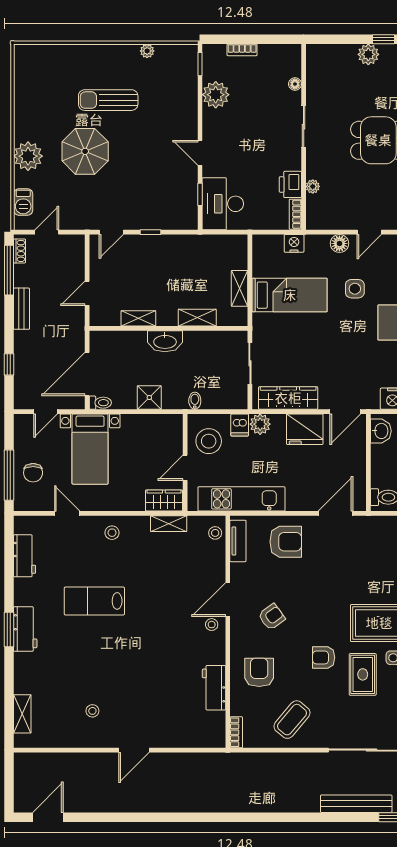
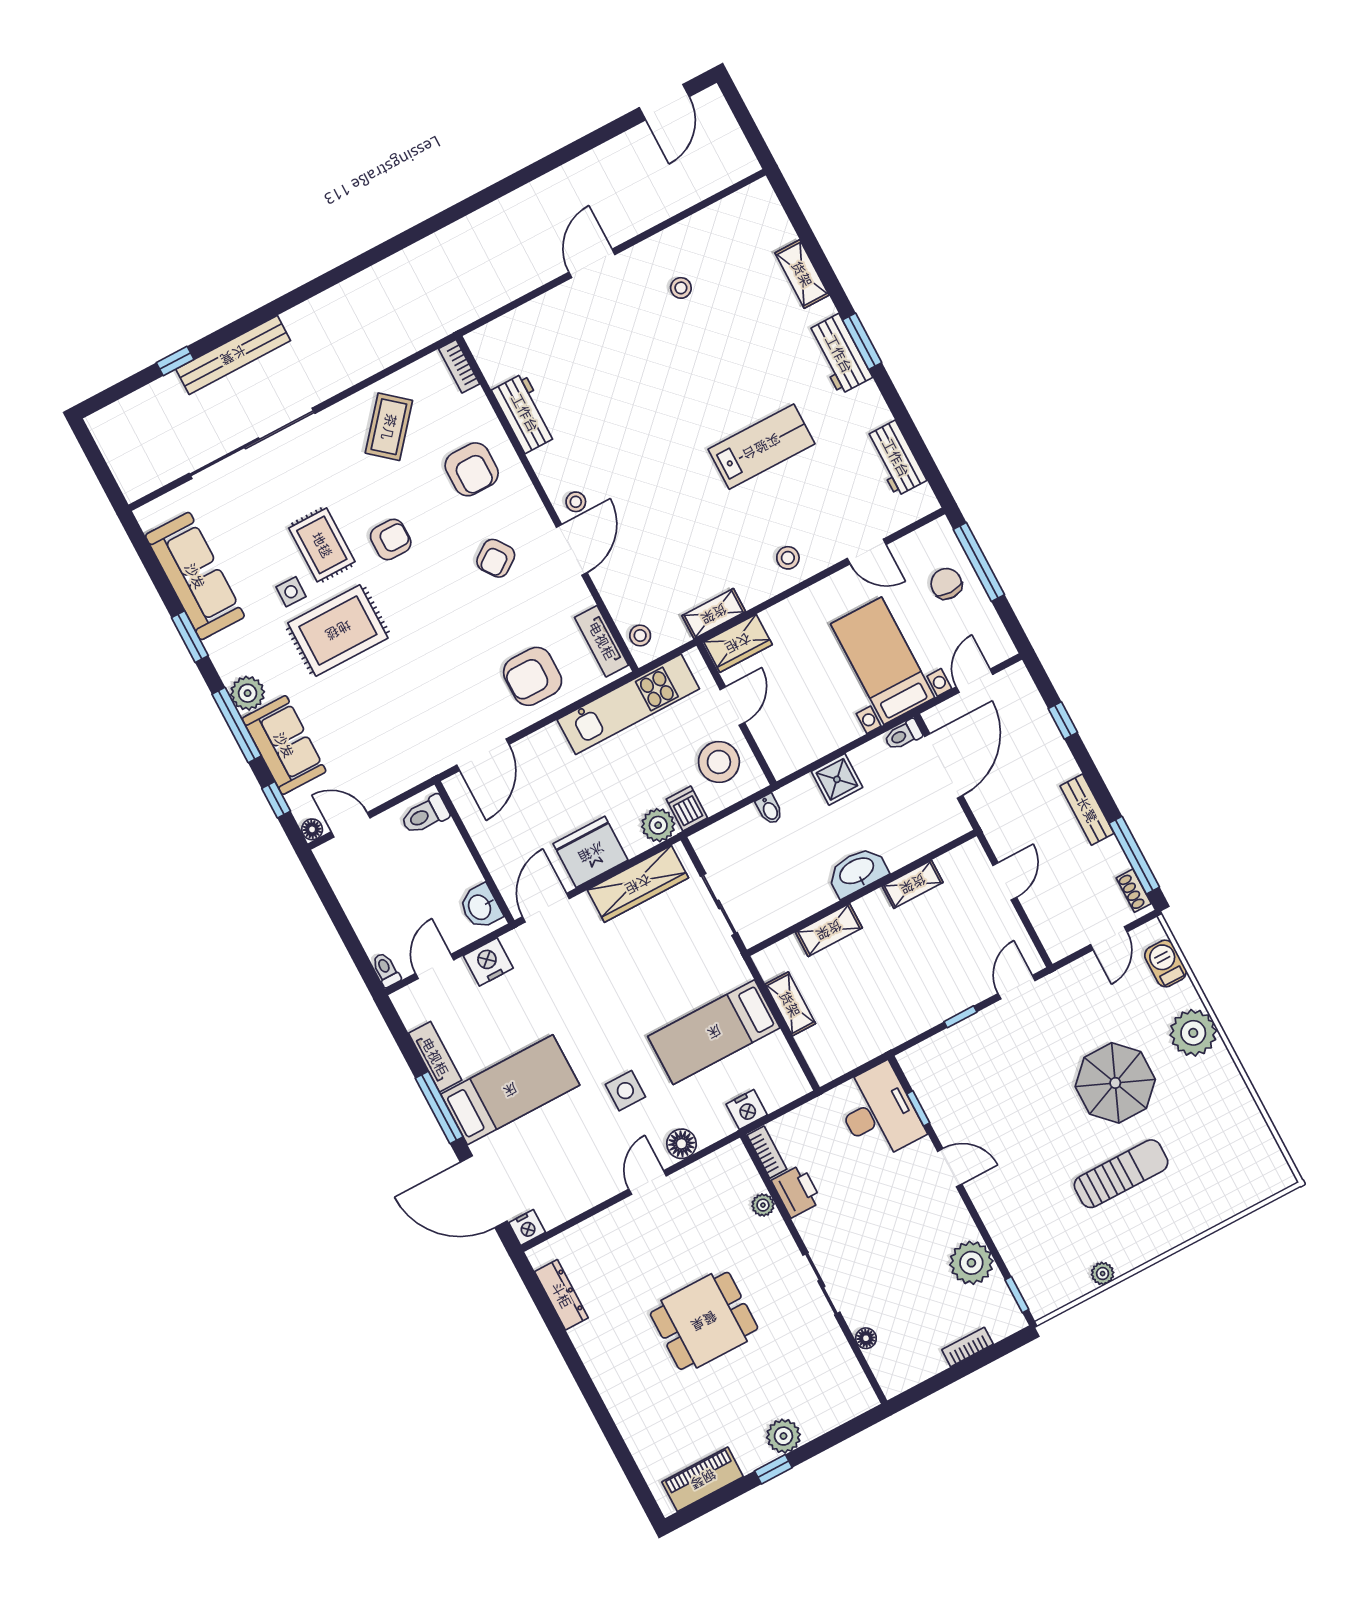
shelving: (22, 714) -> (802, 274), moved

